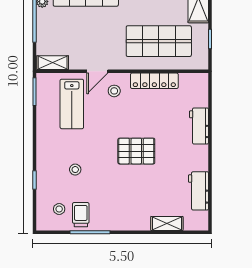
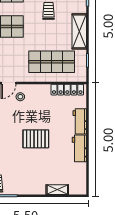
locker: (154, 81) -> (67, 90), moved
workbench: (198, 191) -> (79, 148), moved

